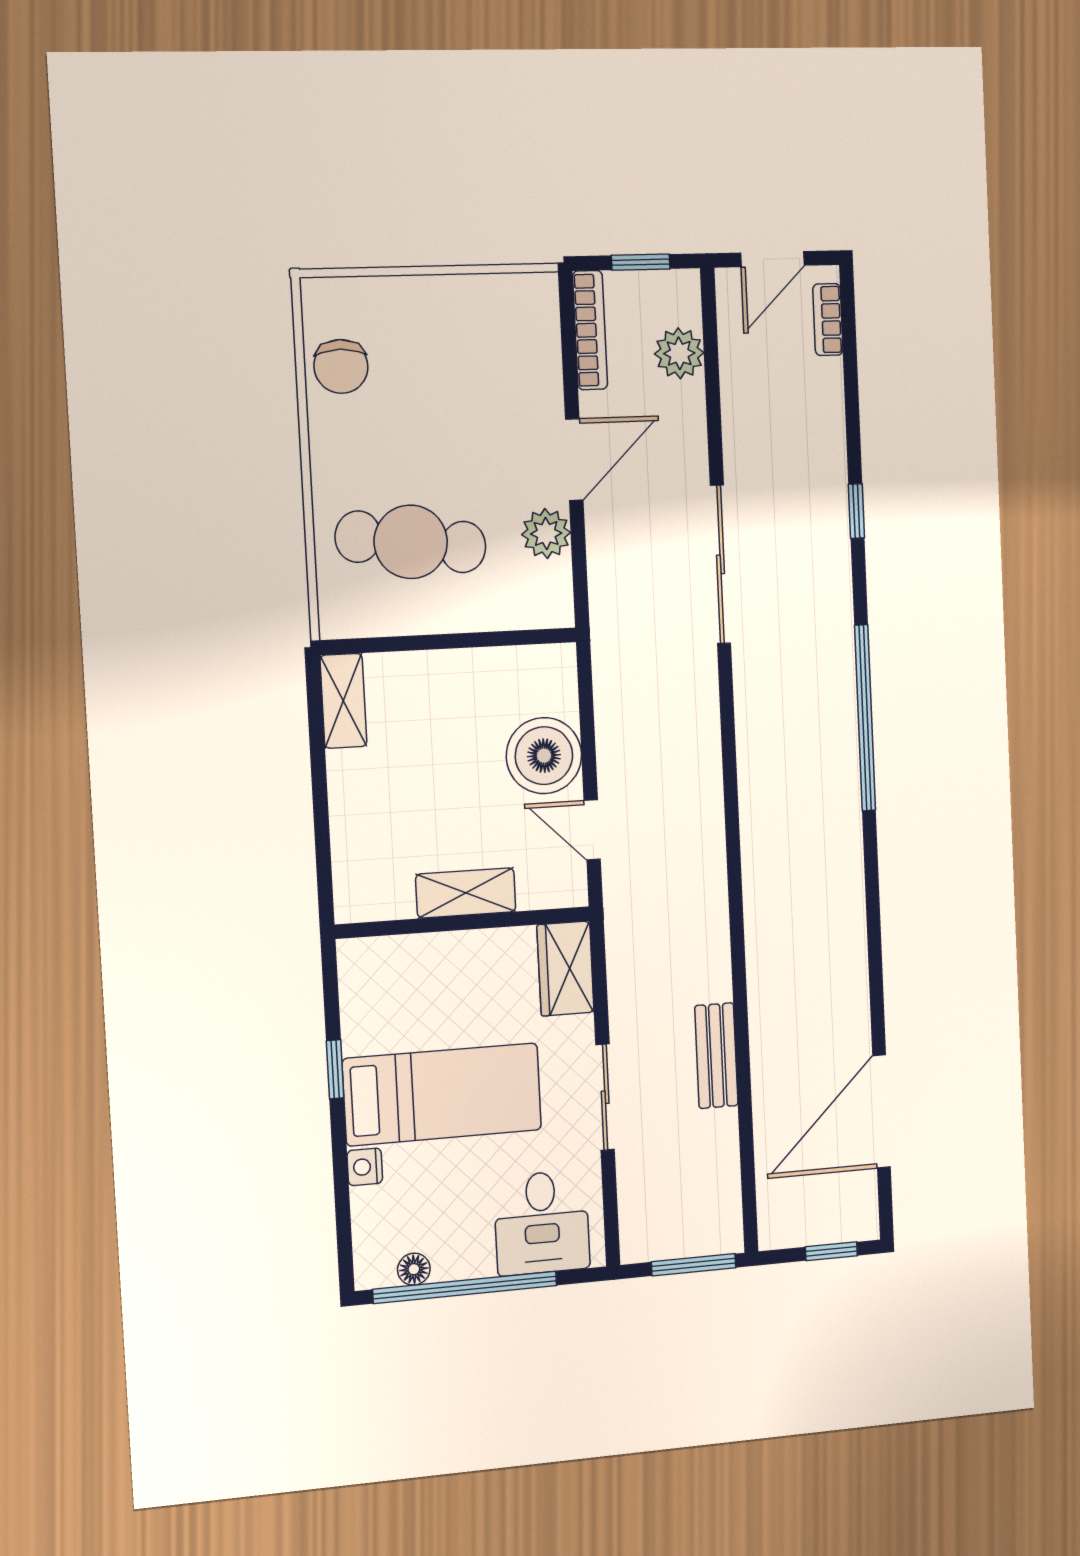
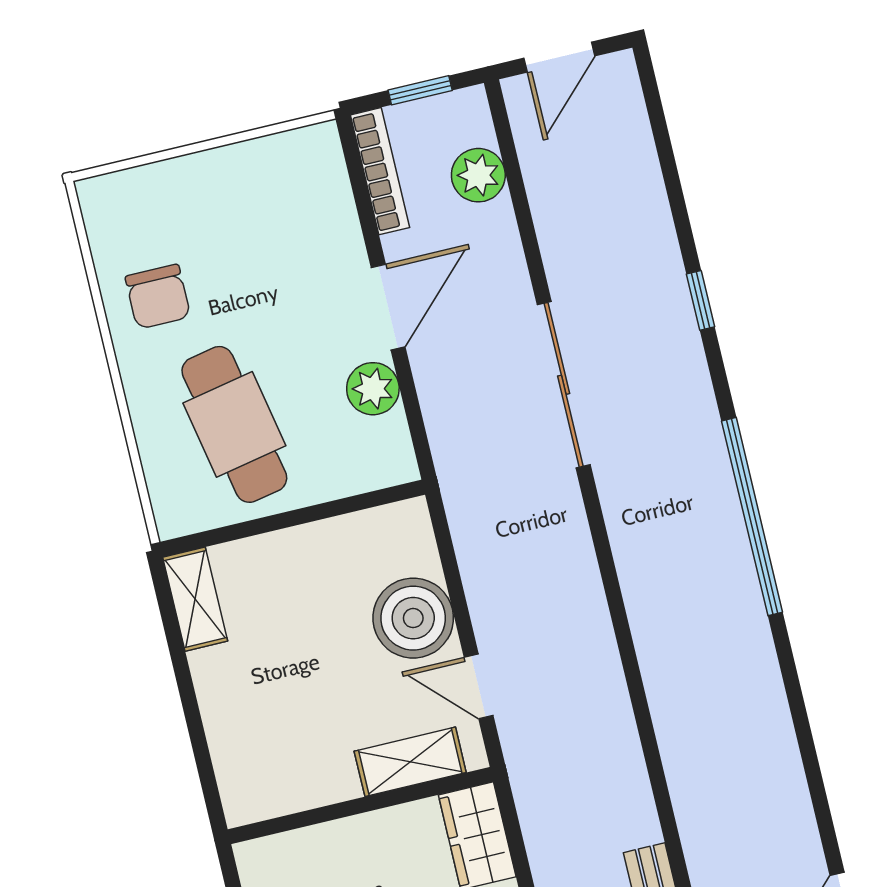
bookcase: (828, 320) -> (631, 107), removed
chair: (341, 366) -> (158, 297), moved
cafe table: (411, 542) -> (234, 424), turned 71
shelving: (466, 893) -> (410, 762), moved

